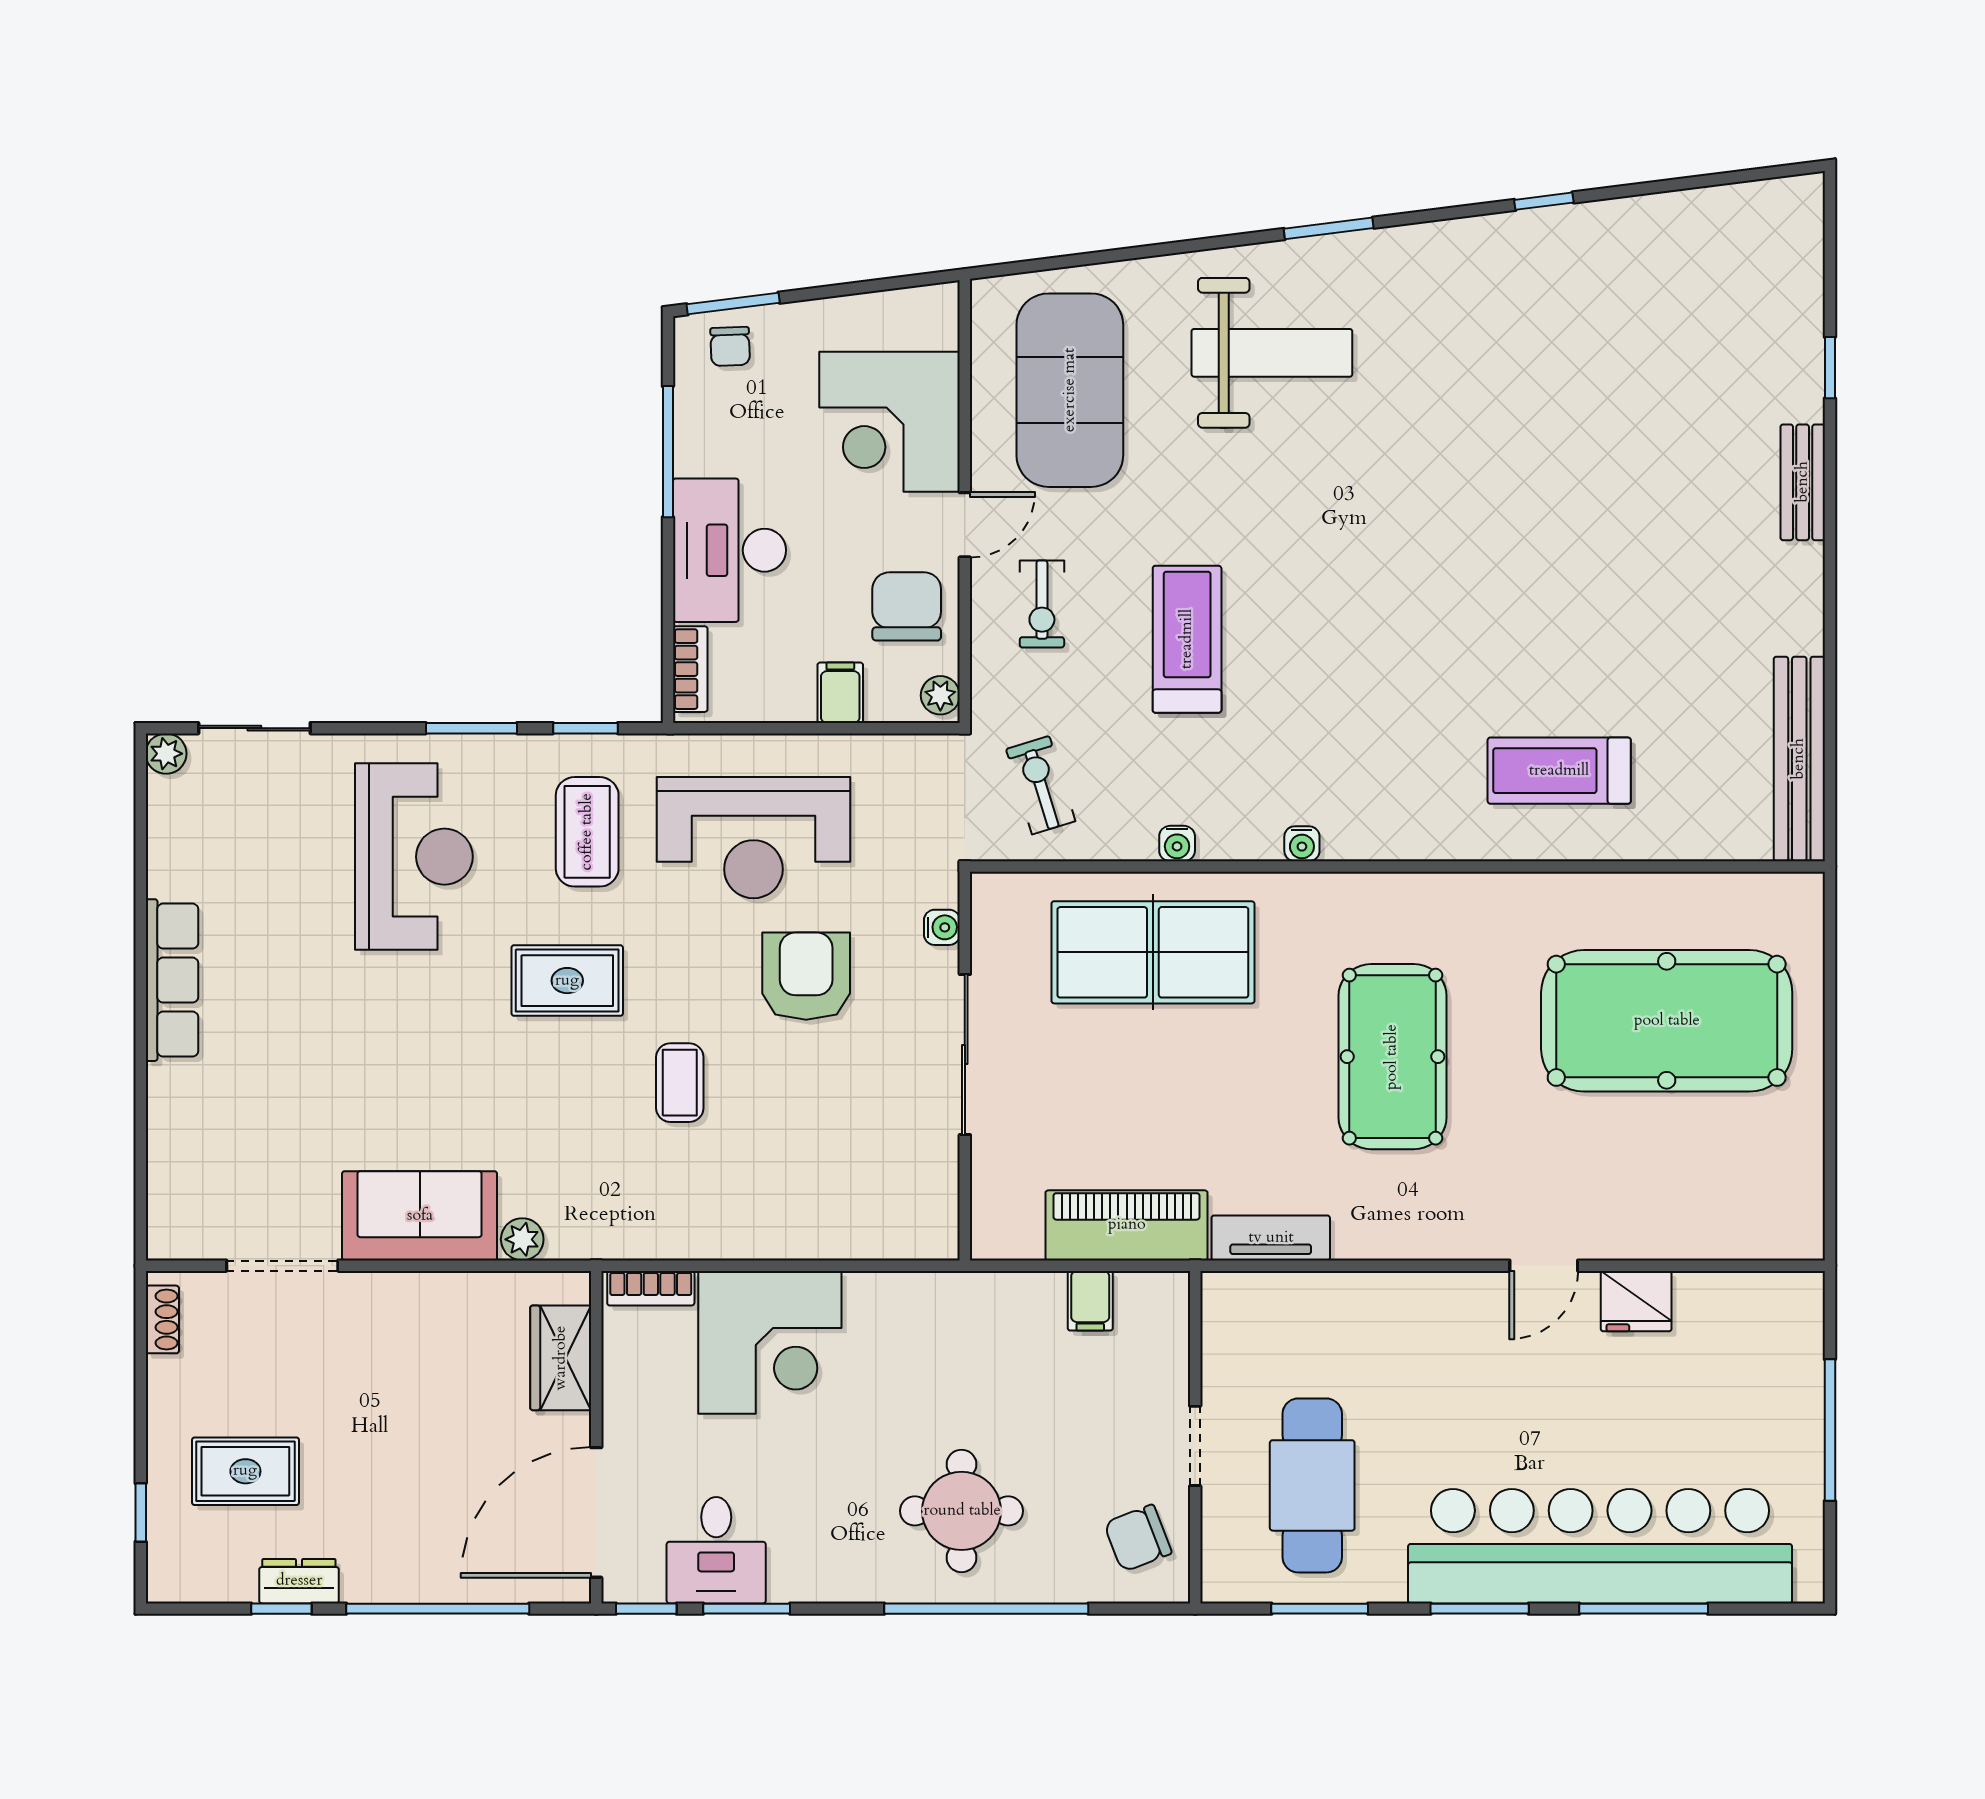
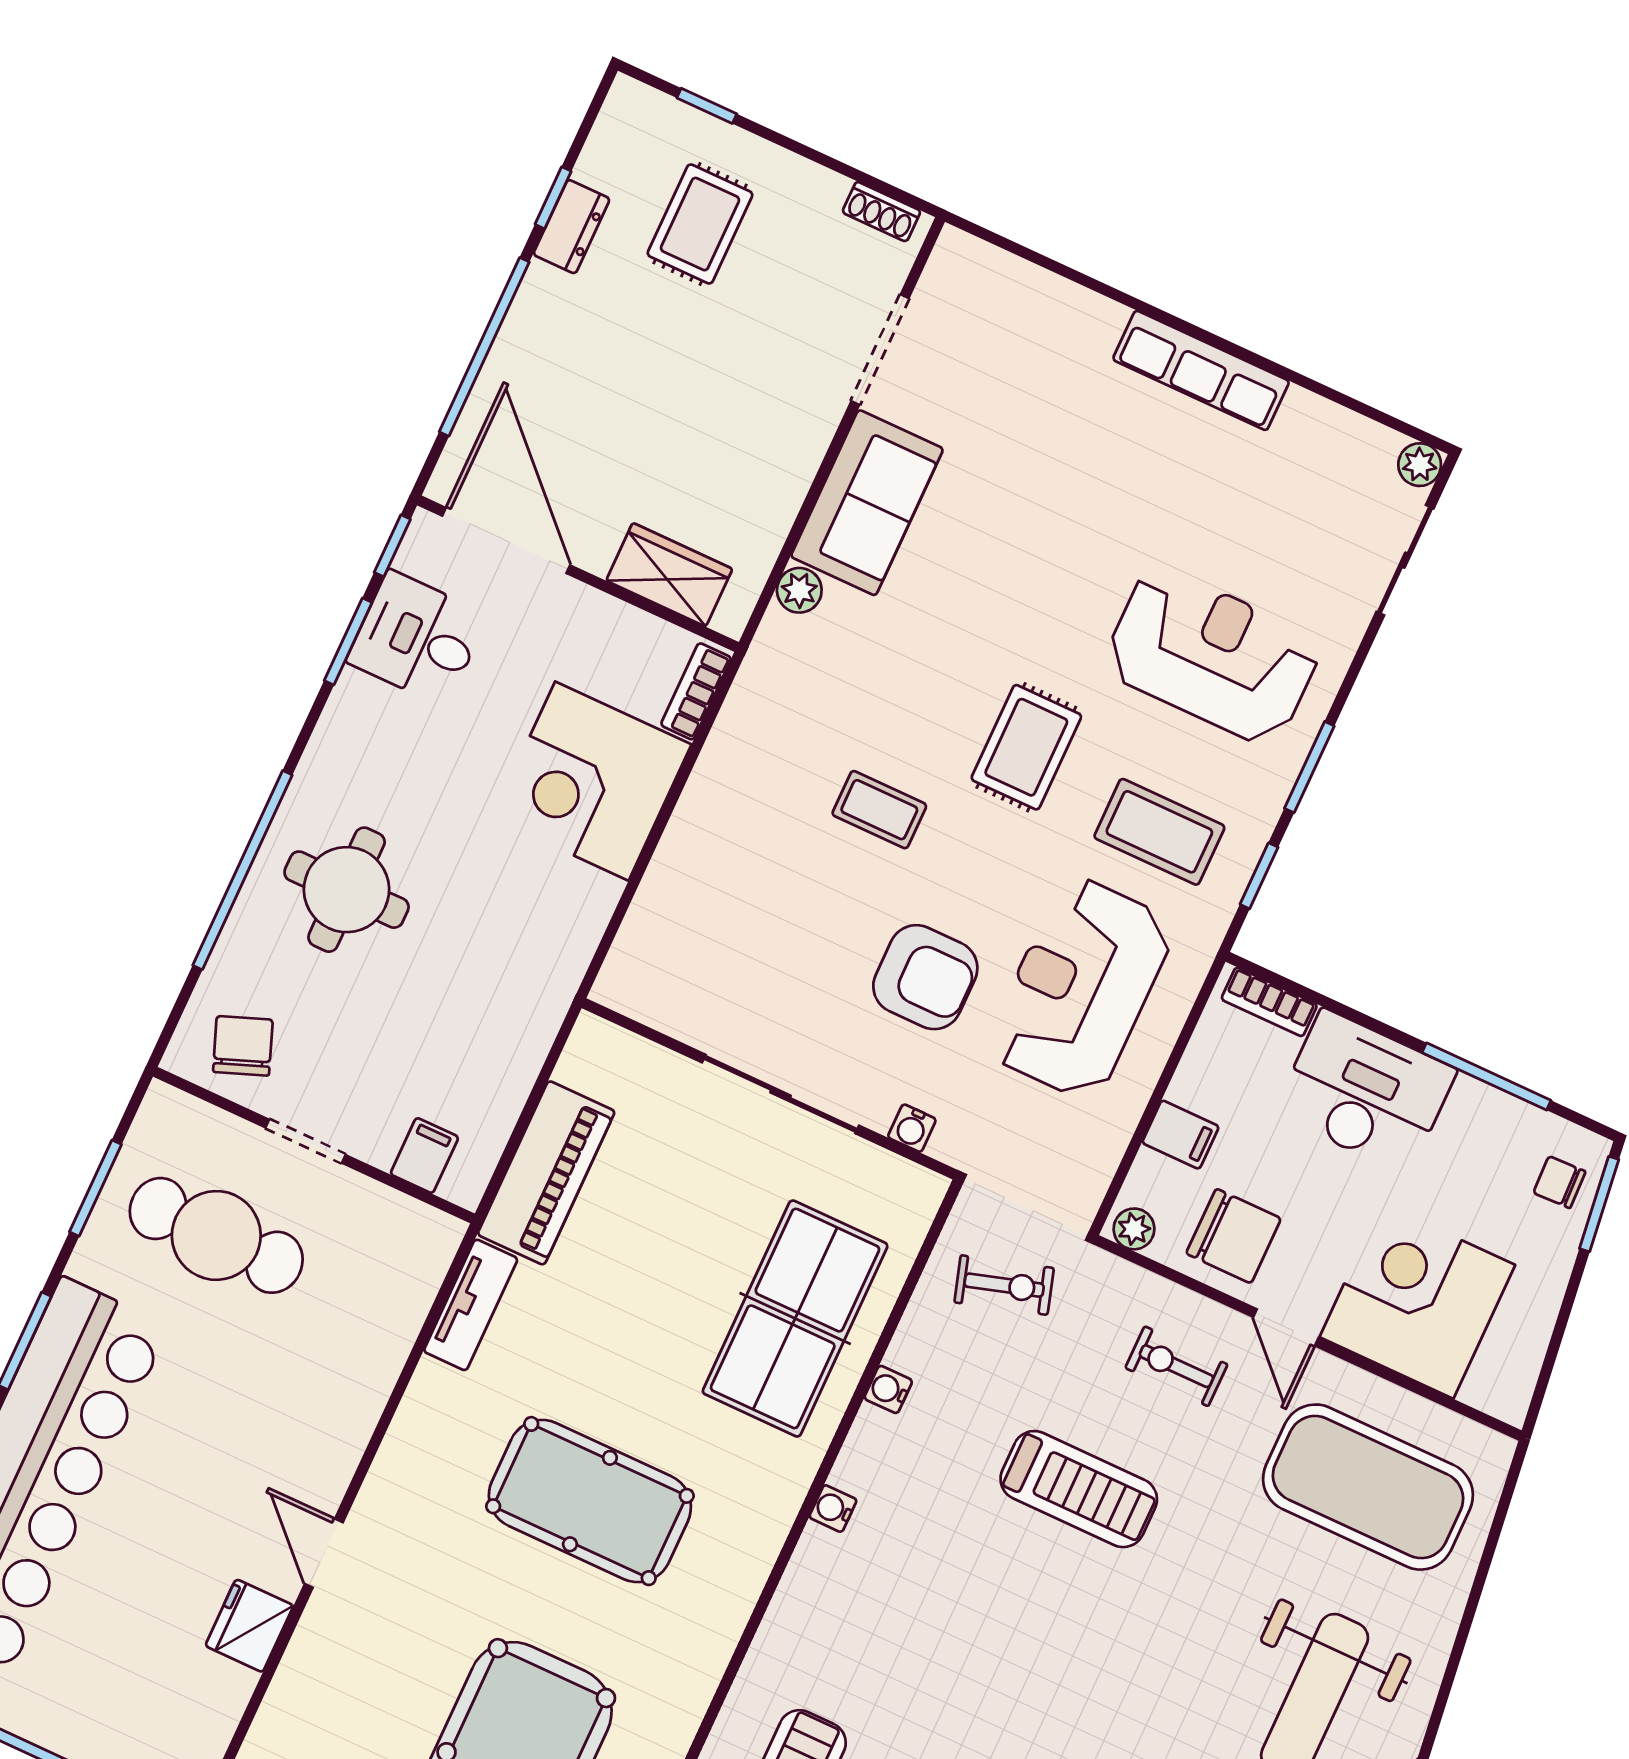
reception desk: (414, 857) -> (1212, 656), turned 180
filing cabinet: (1090, 1301) -> (424, 1155), moved, turned 90

